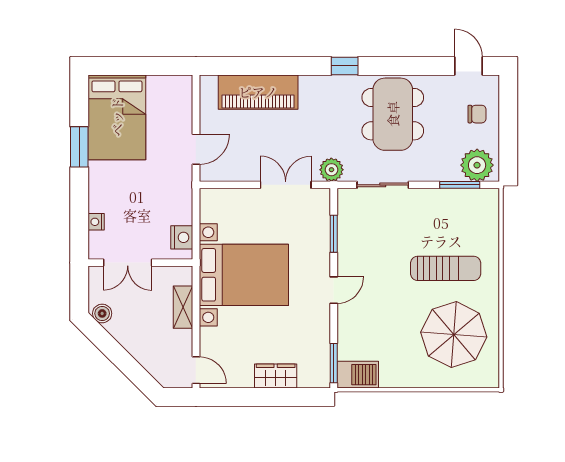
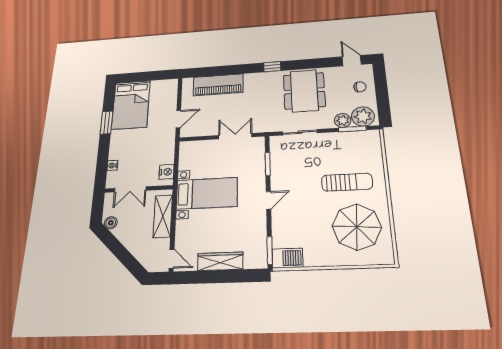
plant: (331, 170) -> (343, 120), moved
bed with nightstands: (244, 275) -> (207, 193), width x0.73
shelving: (183, 307) -> (163, 216), width x1.50, depth x1.33
wardrobe: (276, 376) -> (220, 261), width x1.50

